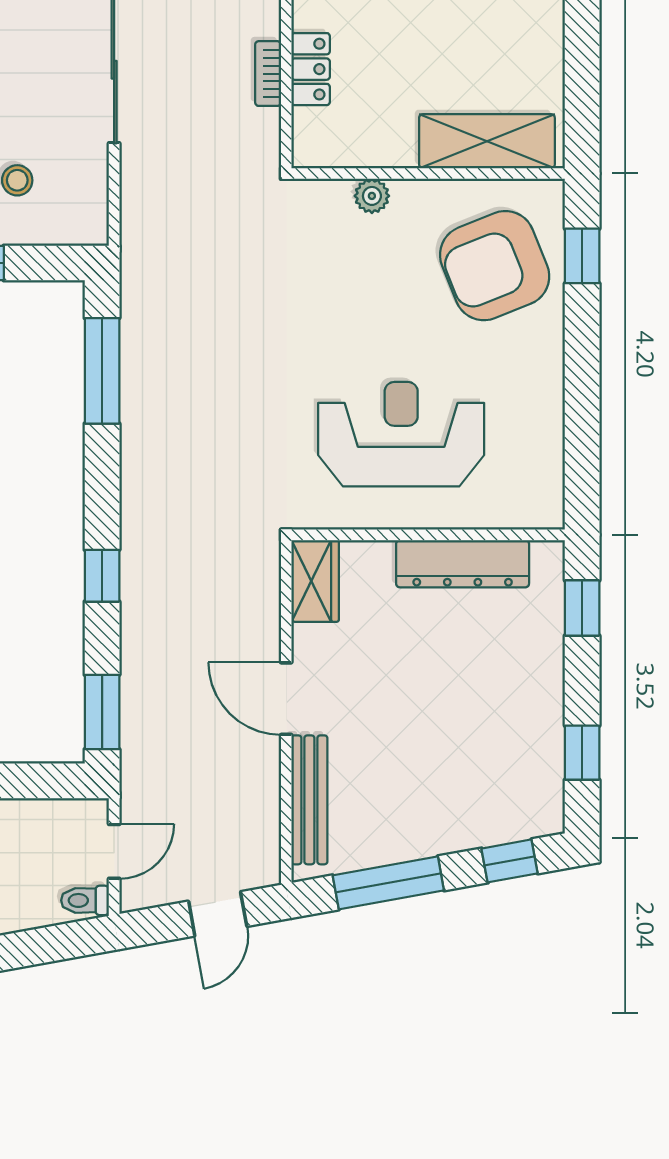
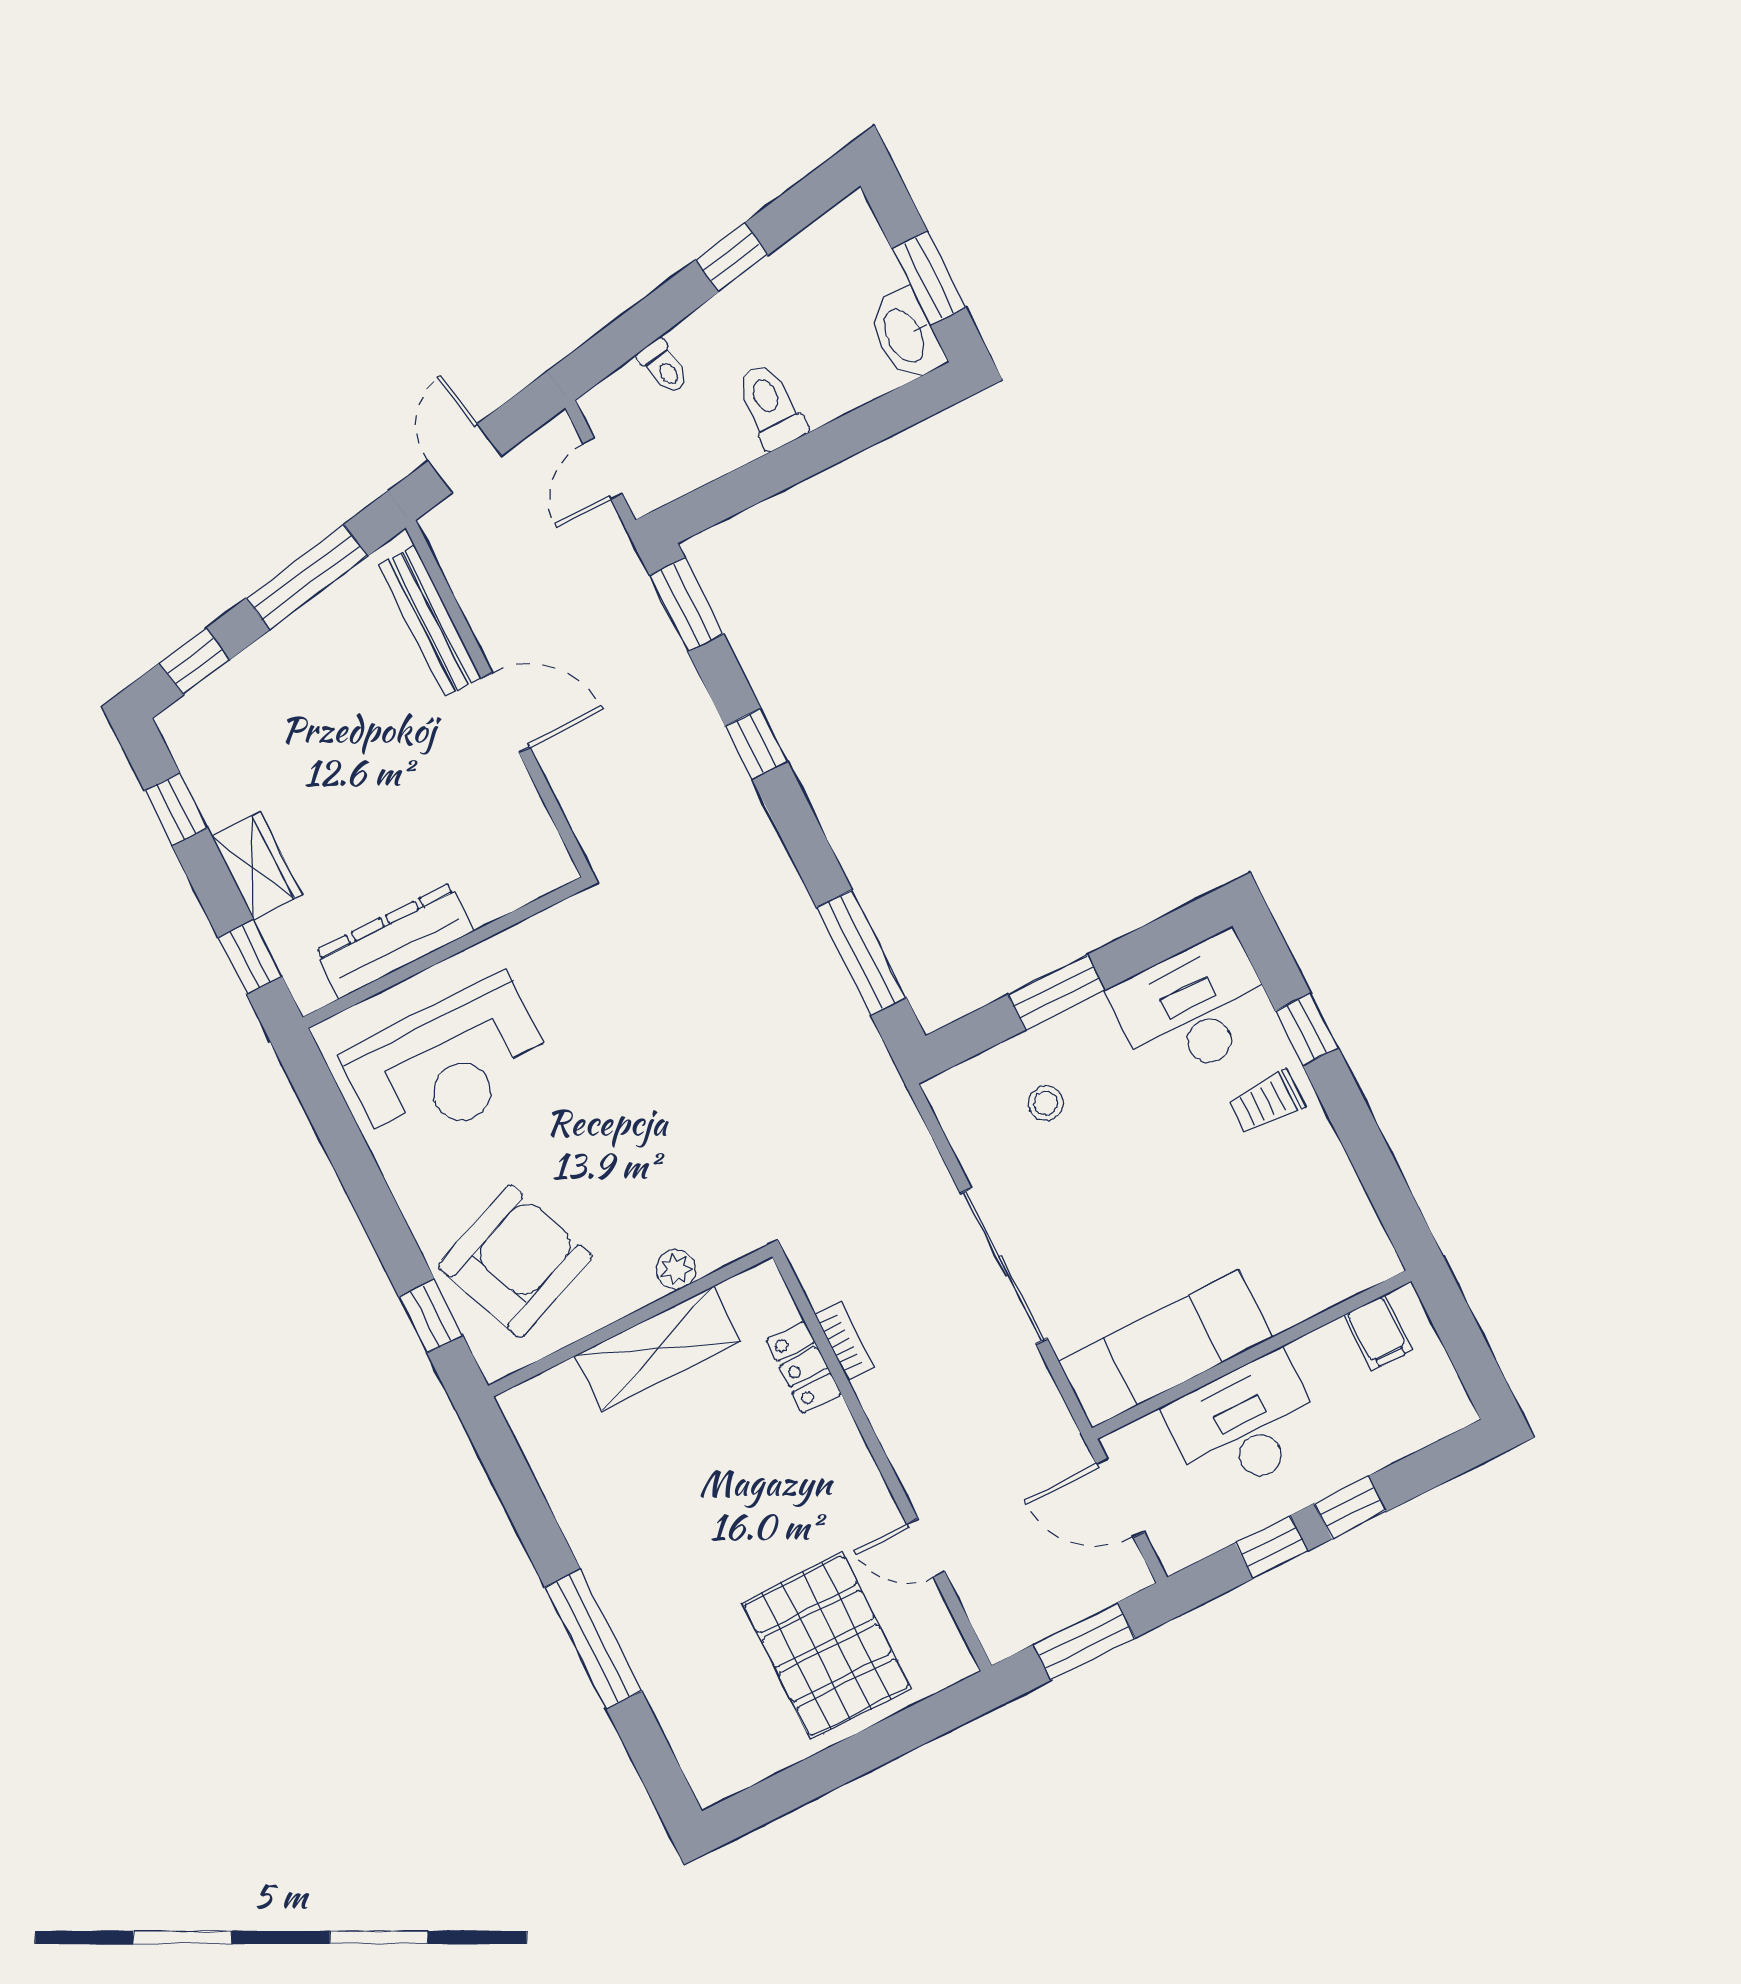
shelving: (487, 141) -> (657, 1349), moved
reception desk: (401, 434) -> (448, 1064), moved
wardrobe: (315, 581) -> (257, 866), moved, turned 180
toilet: (85, 900) -> (664, 367), moved, turned 80

